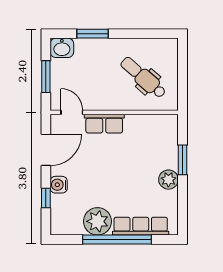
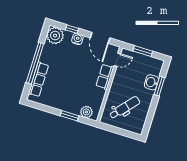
washbasin: (62, 48) -> (151, 82), moved
plant: (168, 180) -> (86, 112), moved
plant: (98, 221) -> (55, 36), moved

